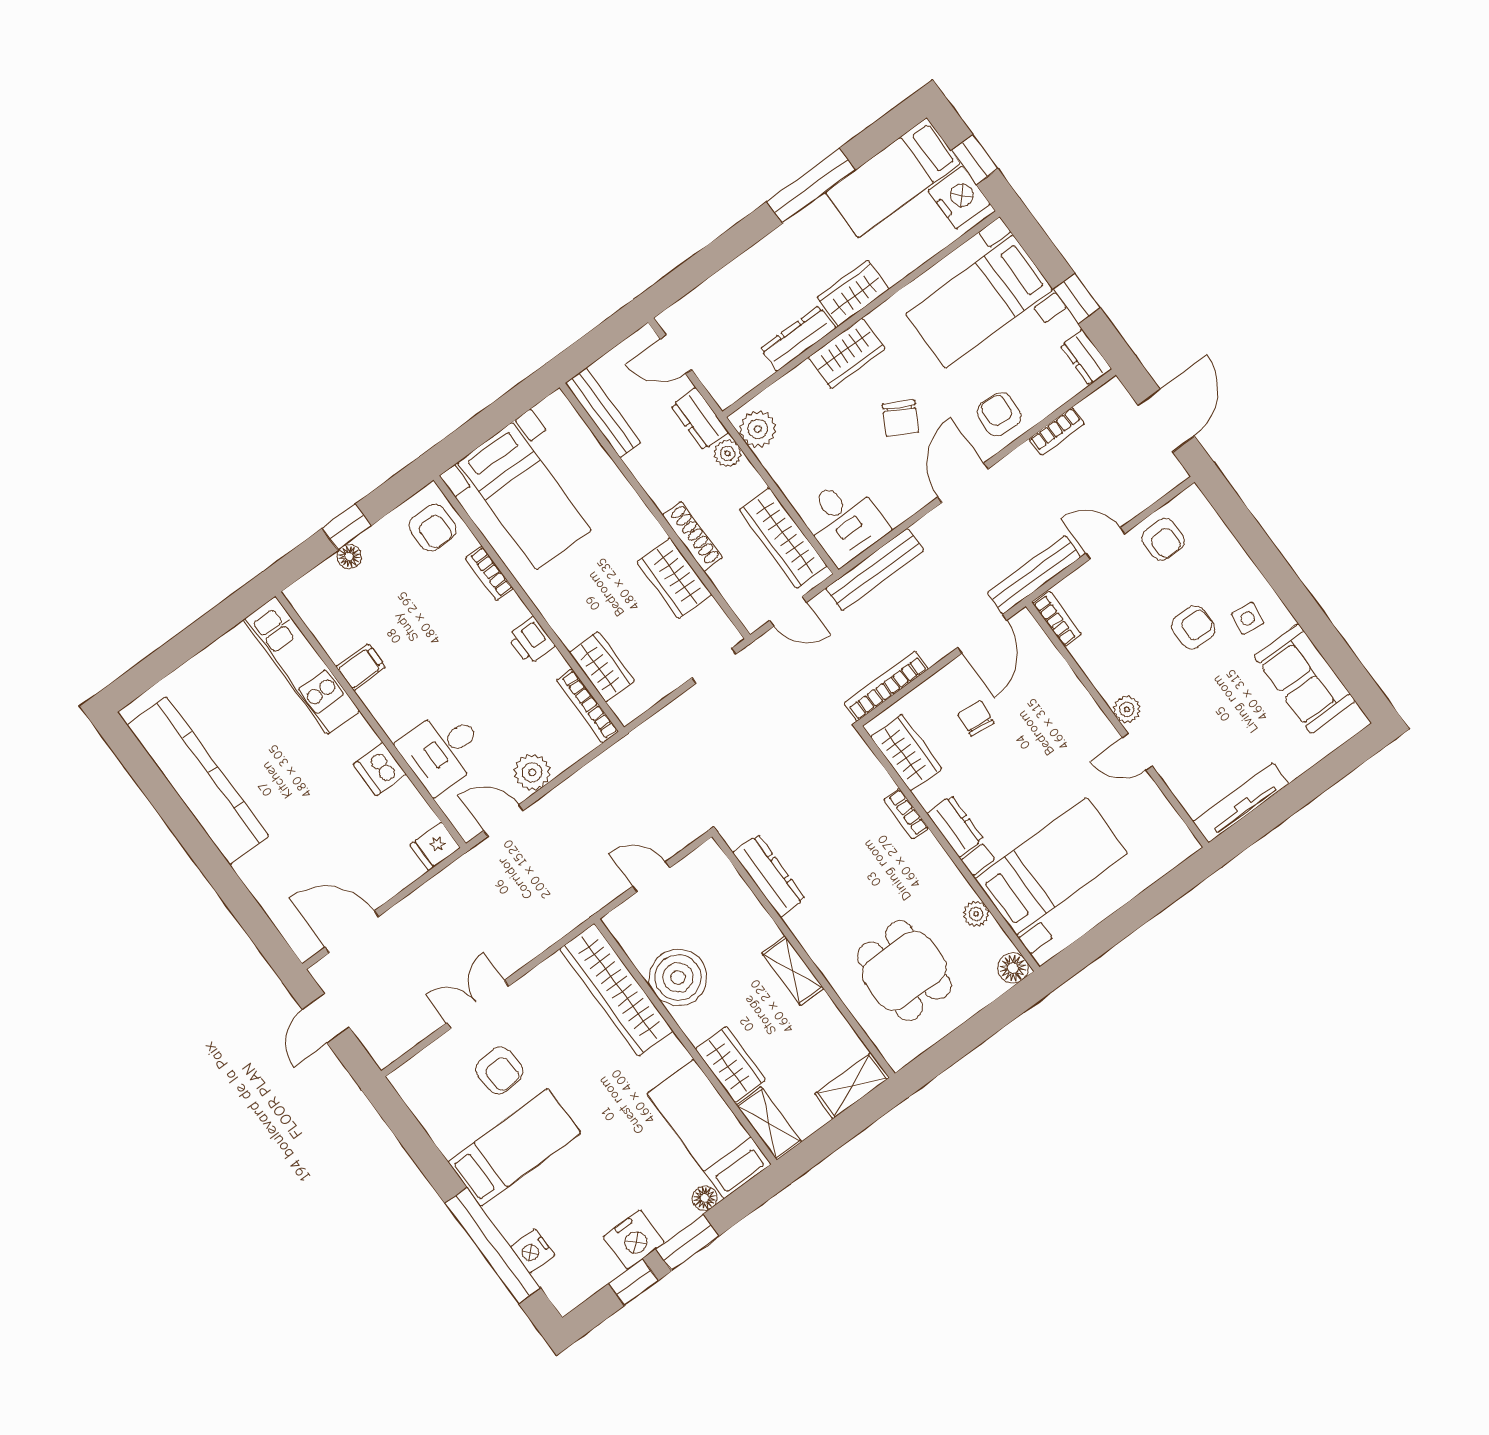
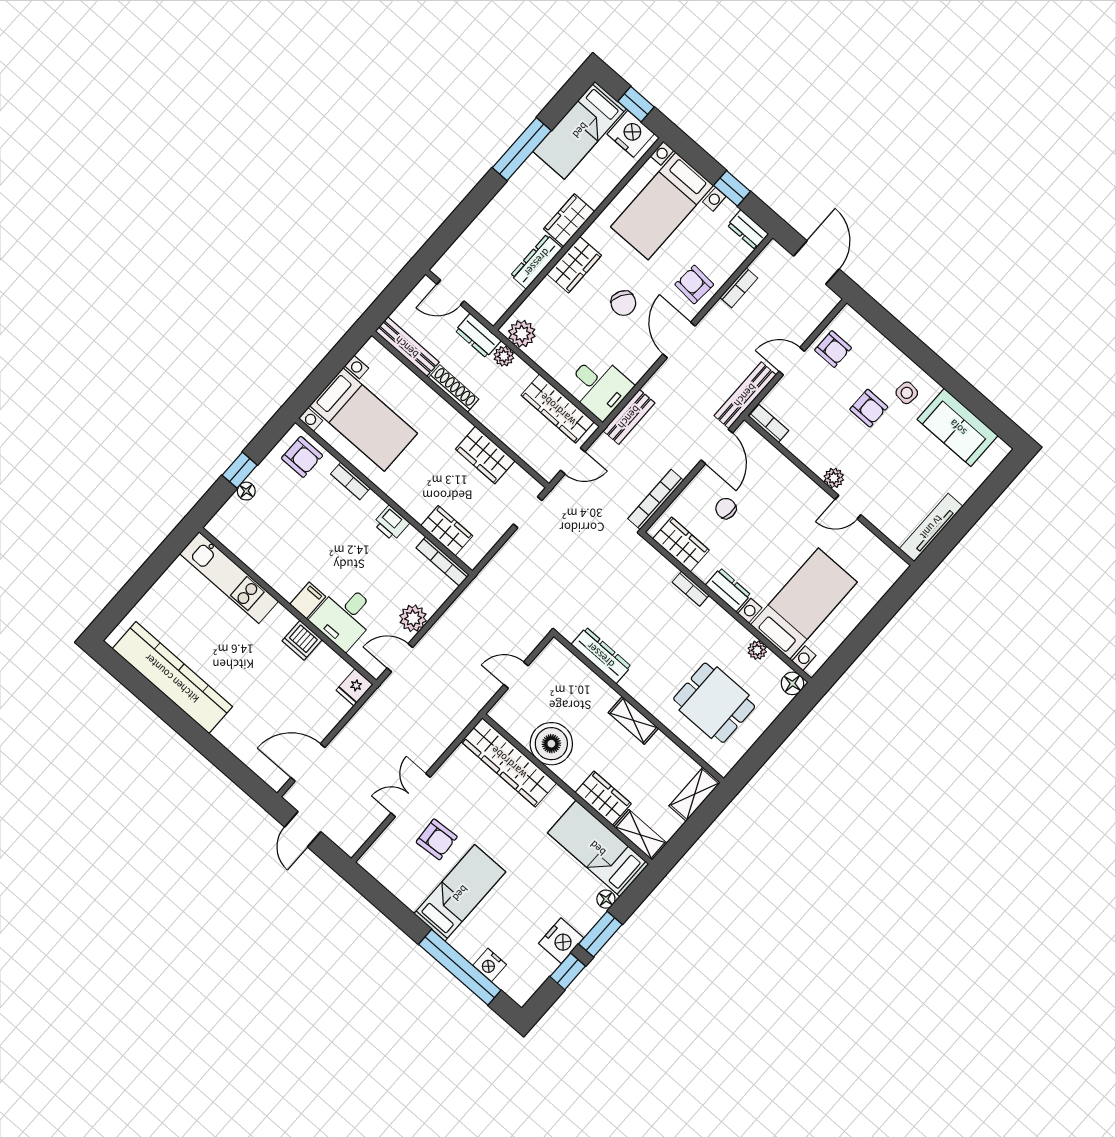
shoe rack: (692, 537) -> (454, 388), moved
bench: (875, 569) -> (629, 417), width x0.73
armchair: (1193, 628) -> (869, 408), turned 90
filing cabinet: (361, 667) -> (308, 600), moved

